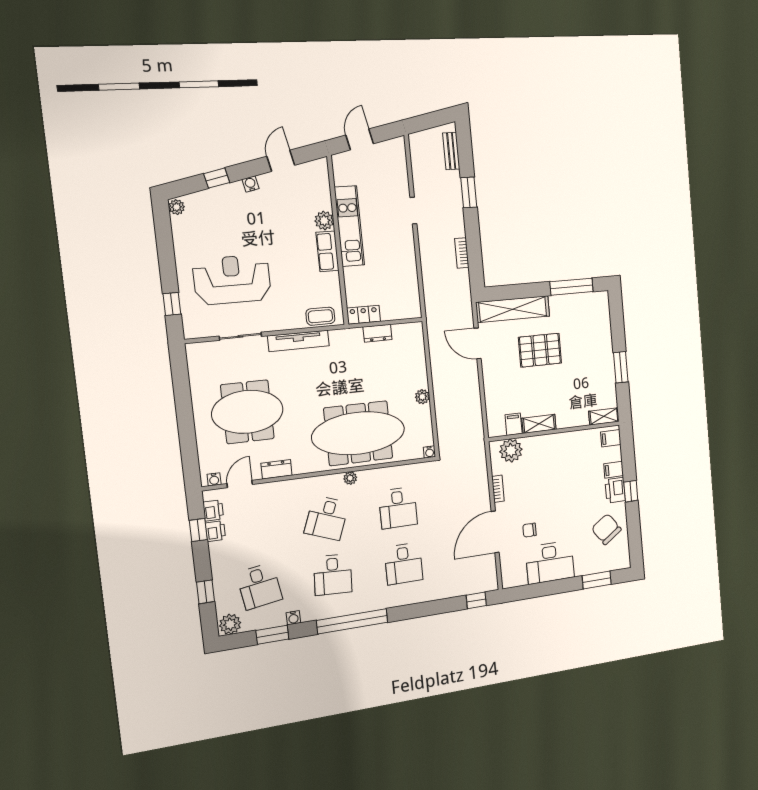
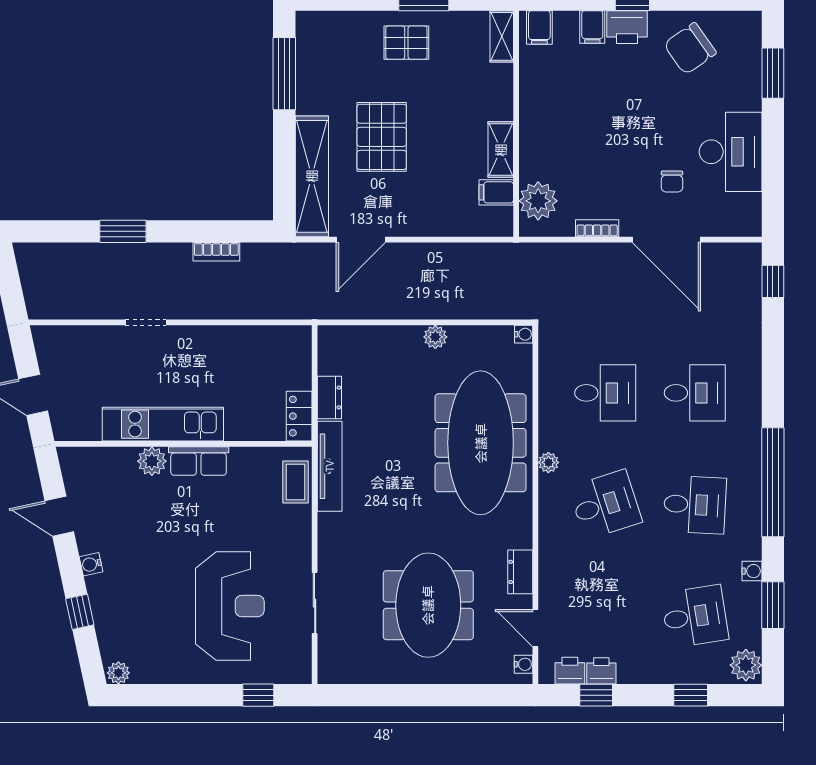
bench: (451, 151) -> (57, 253), removed
reception desk: (232, 280) -> (230, 606), turned 180
tv unit: (298, 341) -> (330, 466), moved
pallet: (596, 359) -> (406, 43), added
desk: (327, 518) -> (605, 505), turned -39

